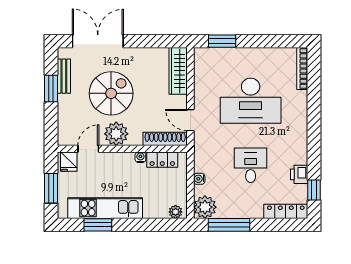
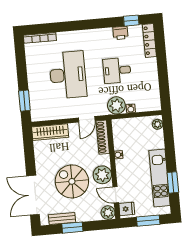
plant: (66, 137) -> (108, 213), added
locker: (162, 160) -> (119, 138), removed
plant: (205, 207) -> (116, 105), moved
window: (229, 225) -> (164, 83), removed

